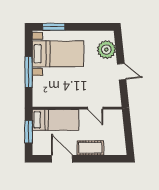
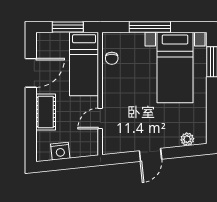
plant: (106, 50) -> (187, 139), width x0.53, depth x0.53
chair: (51, 100) -> (112, 58), added
nightstand: (119, 137) -> (60, 151), added

